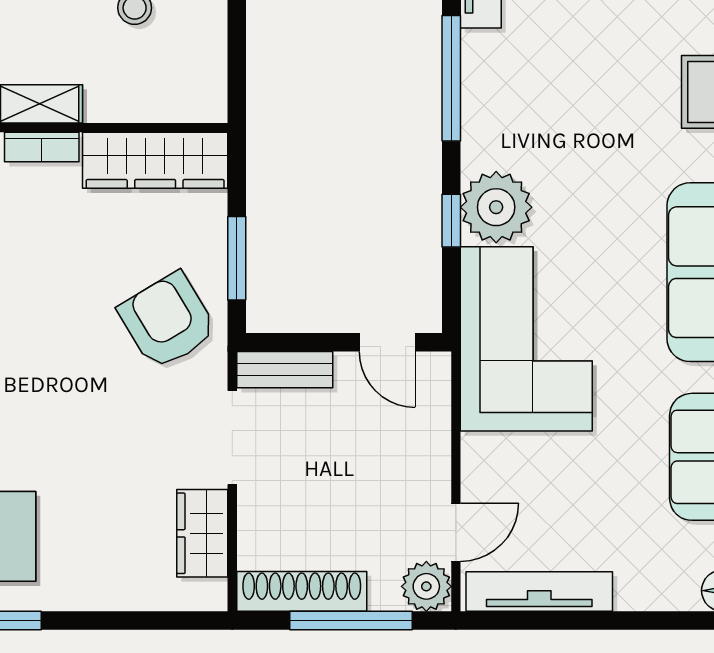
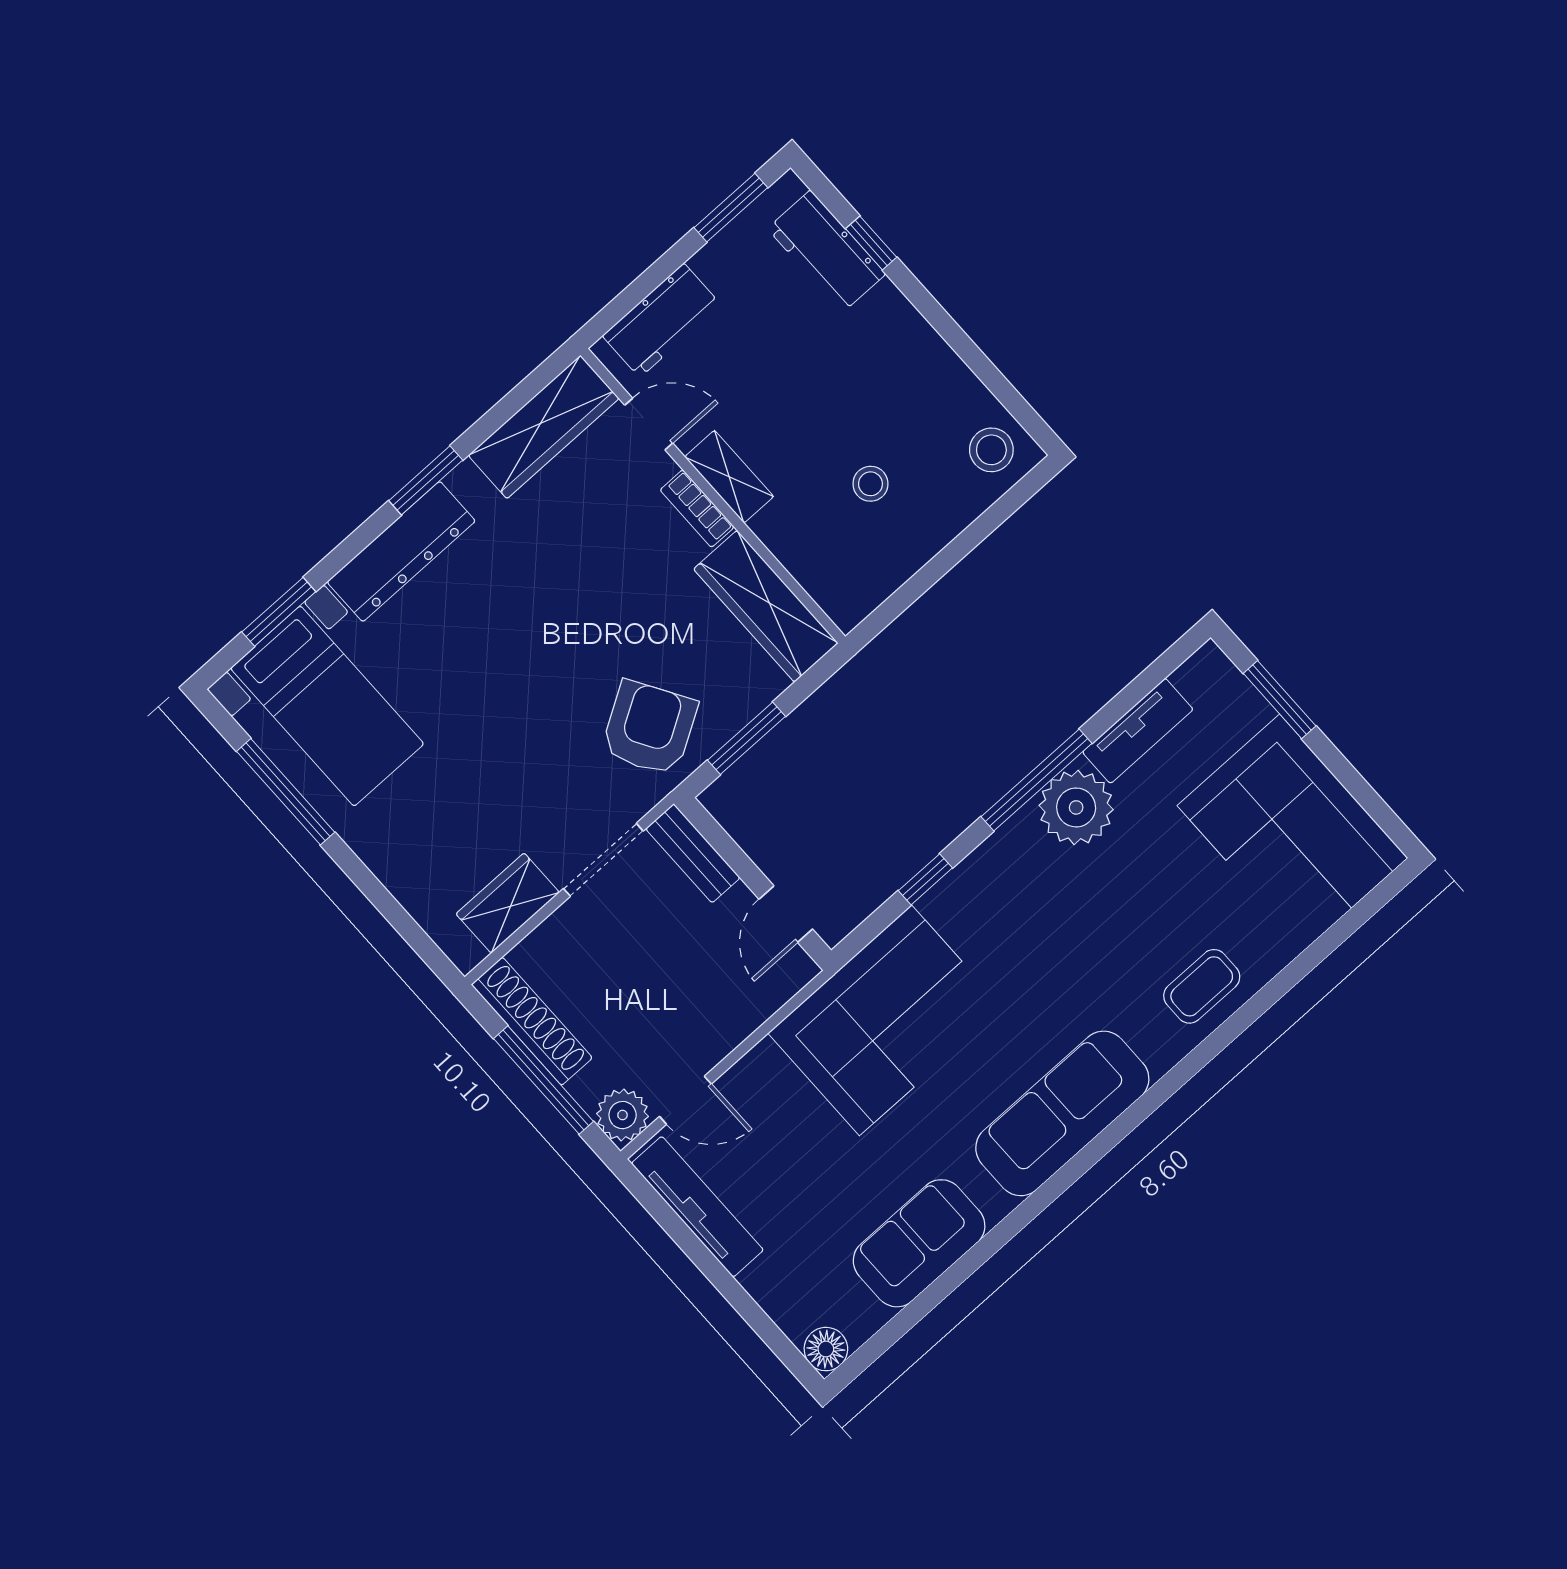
plant: (496, 207) -> (1076, 807), moved

